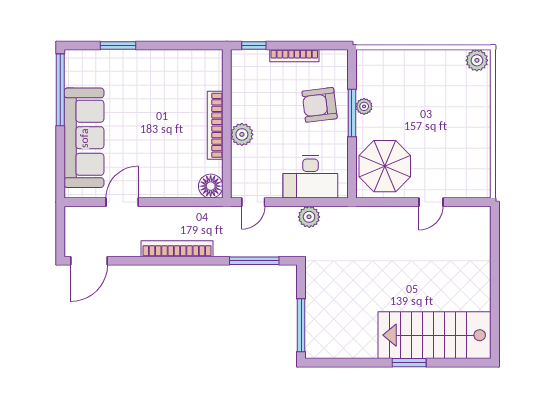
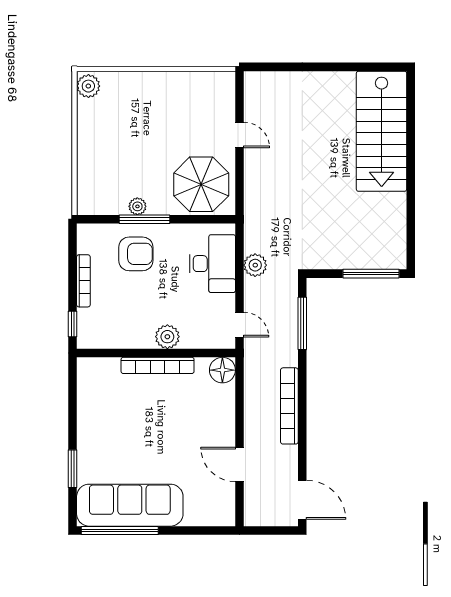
armchair: (320, 105) -> (136, 254), turned -83
sofa: (84, 138) -> (130, 505), moved
window: (409, 363) -> (411, 158), removed

